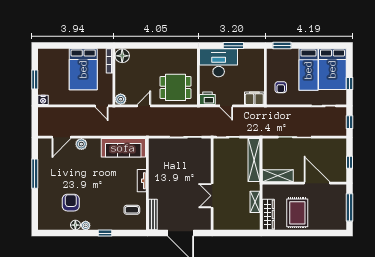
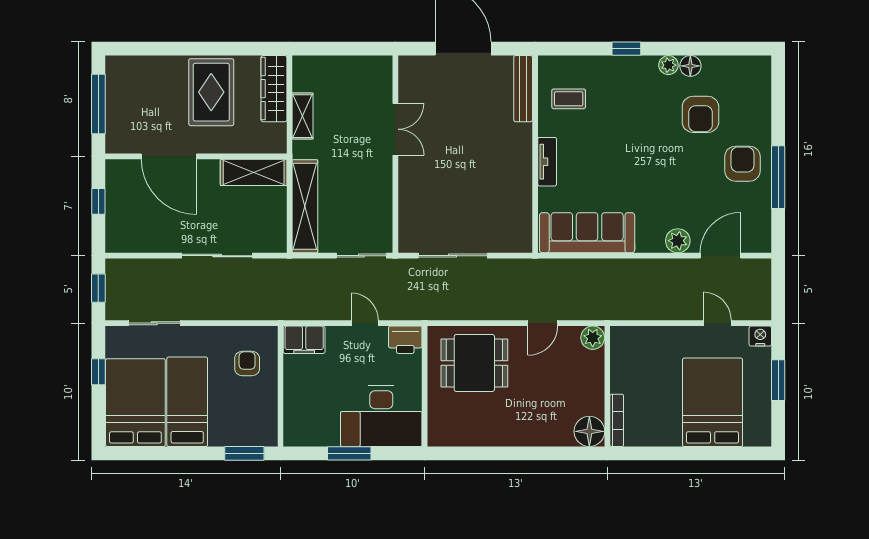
bed: (83, 69) -> (713, 402), moved
door: (102, 106) -> (717, 323), moved
armchair: (51, 180) -> (742, 164), added

